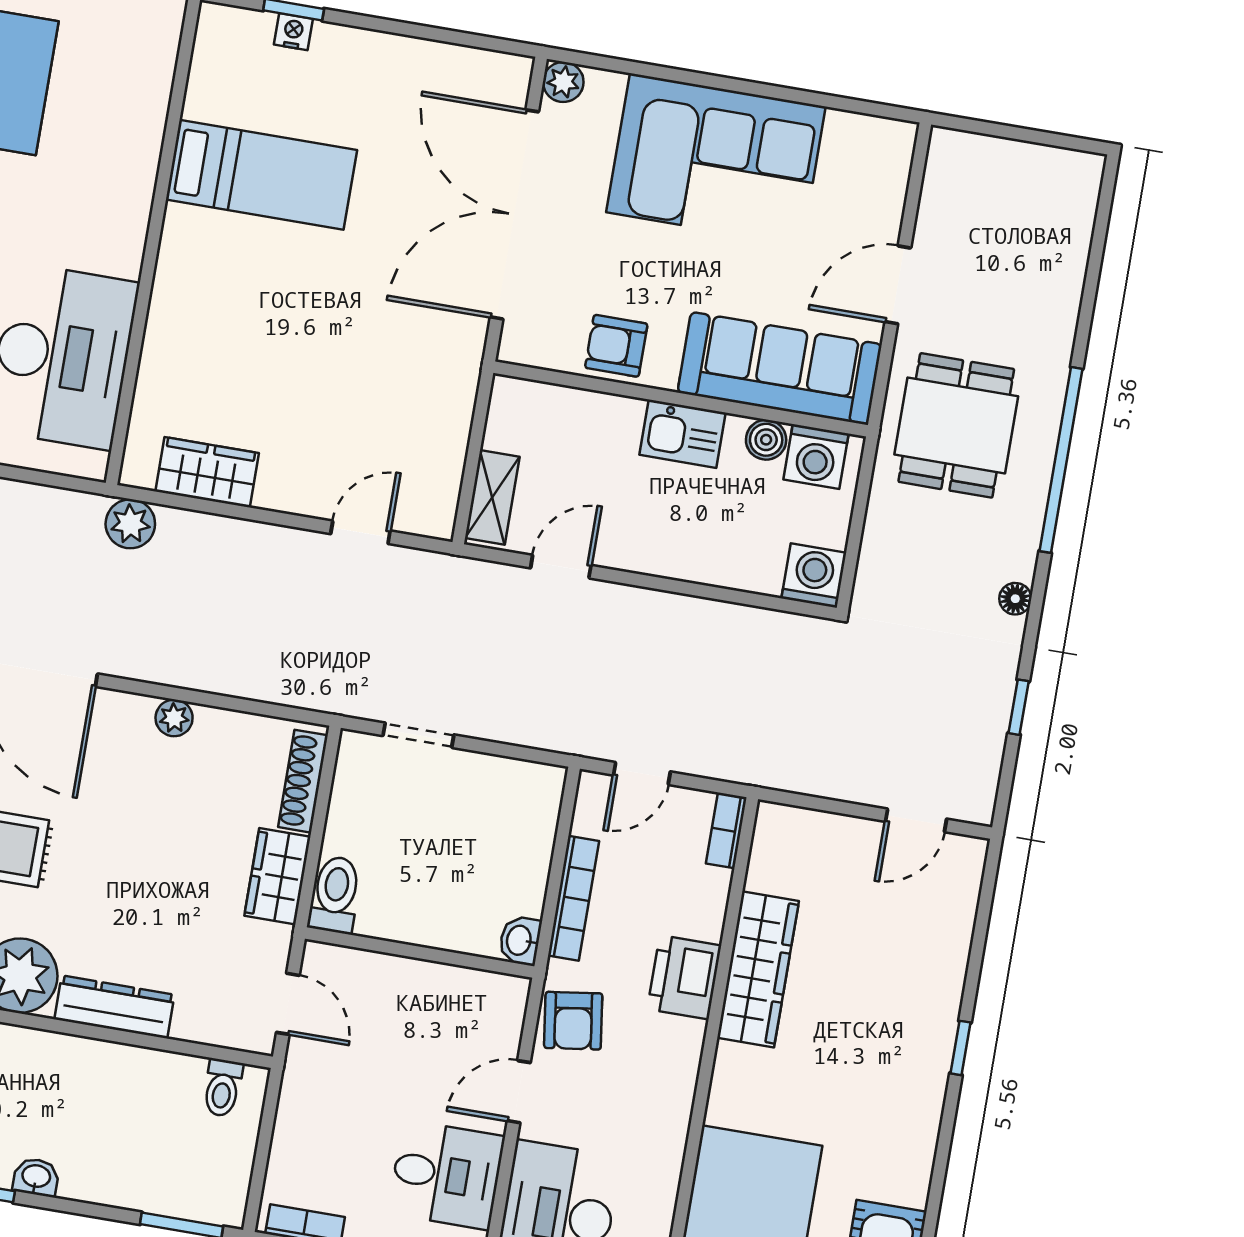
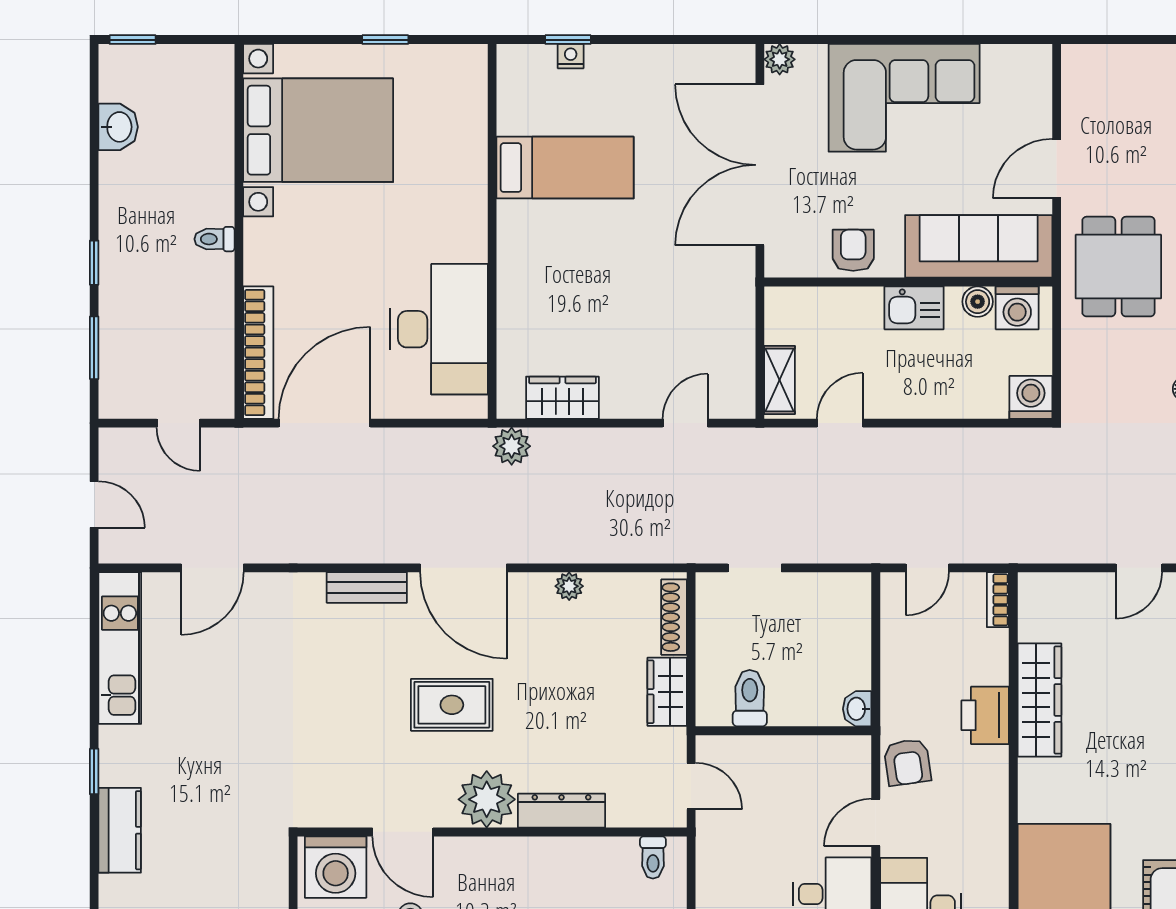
armchair: (616, 346) -> (853, 250), turned 90
toilet: (335, 895) -> (750, 698), moved
bookcase: (573, 898) -> (892, 670), removed

